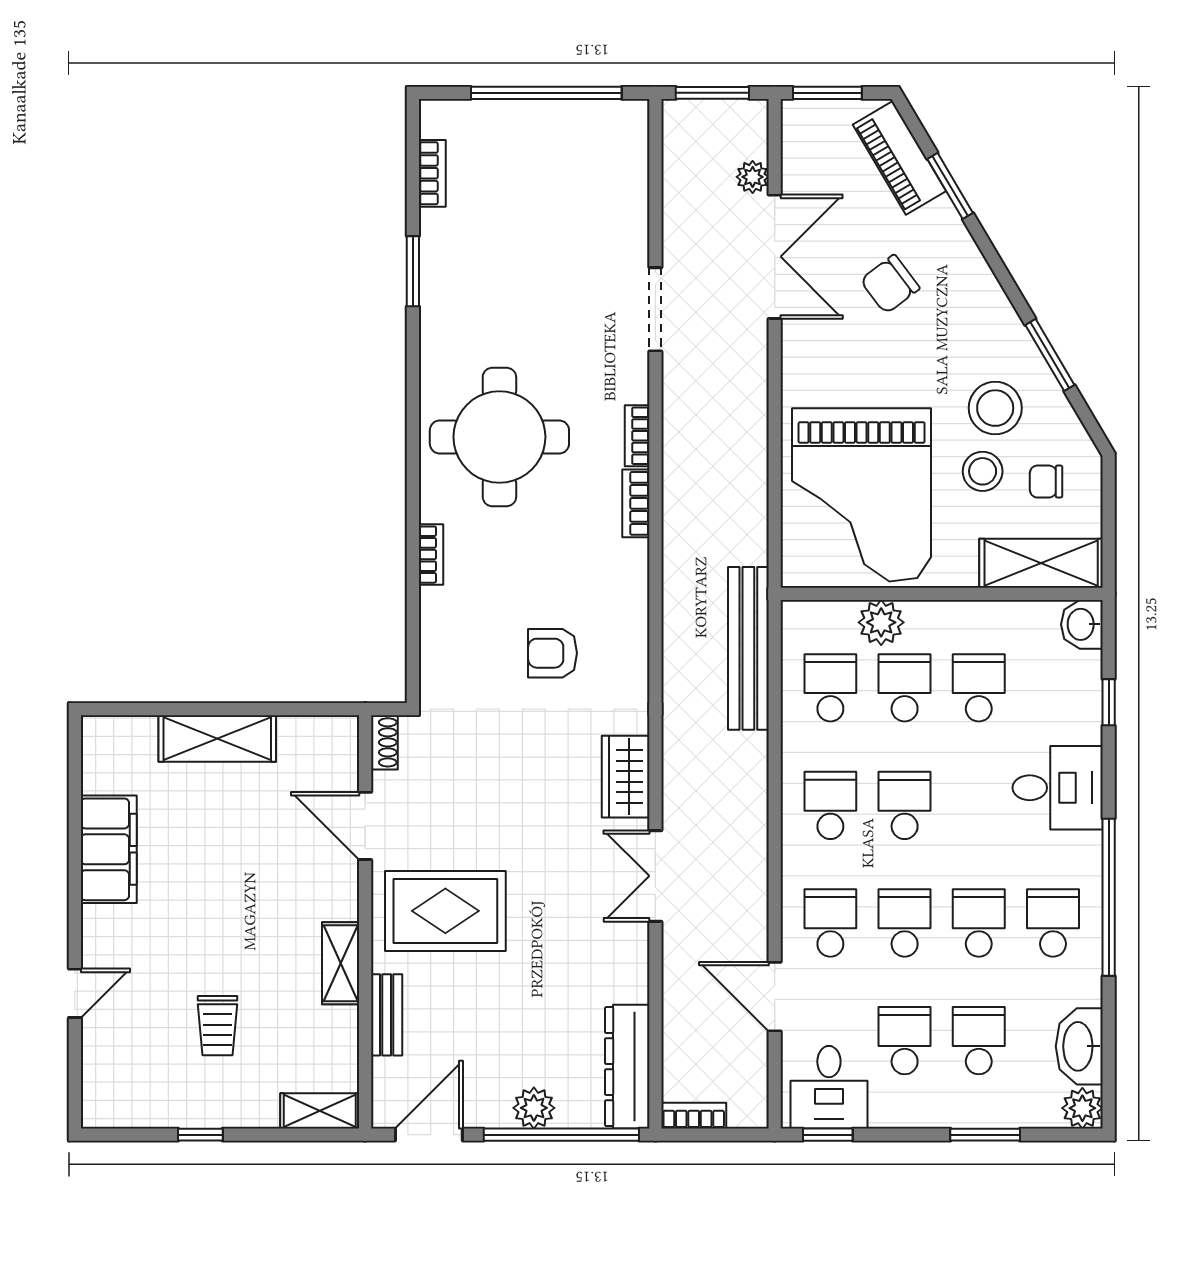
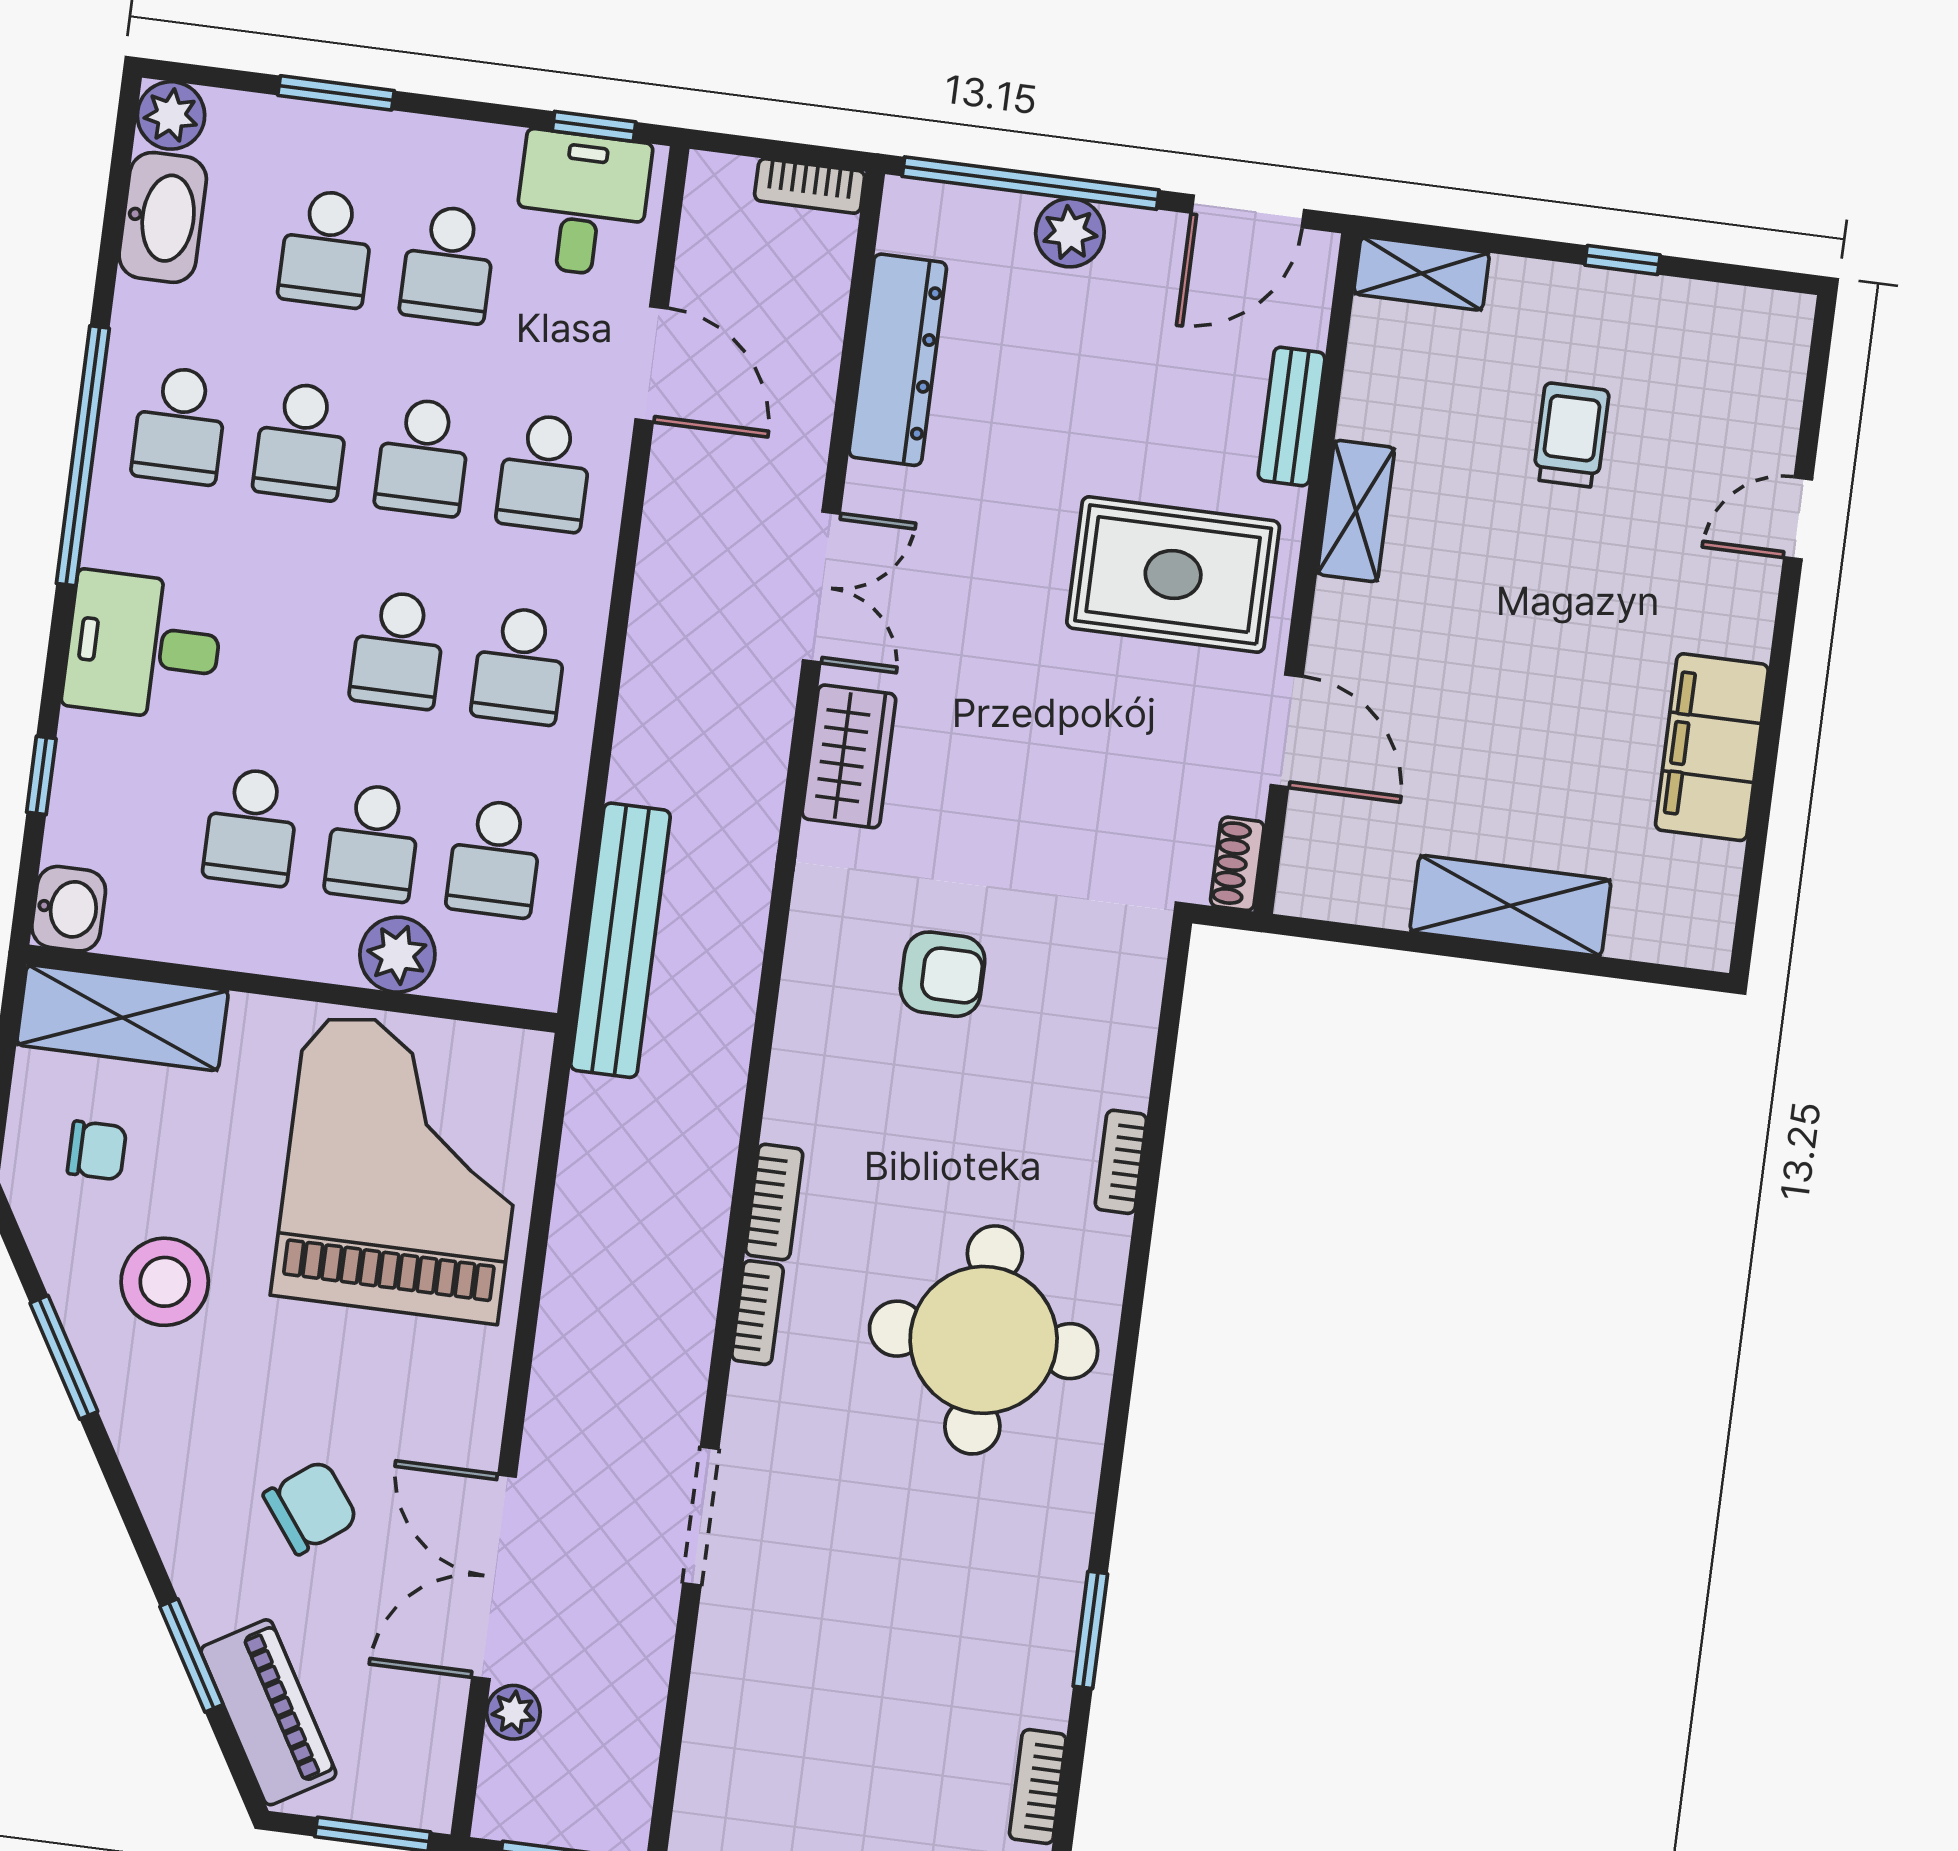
stool: (983, 471) -> (199, 1181), removed
dresser: (627, 1067) -> (898, 360), moved

